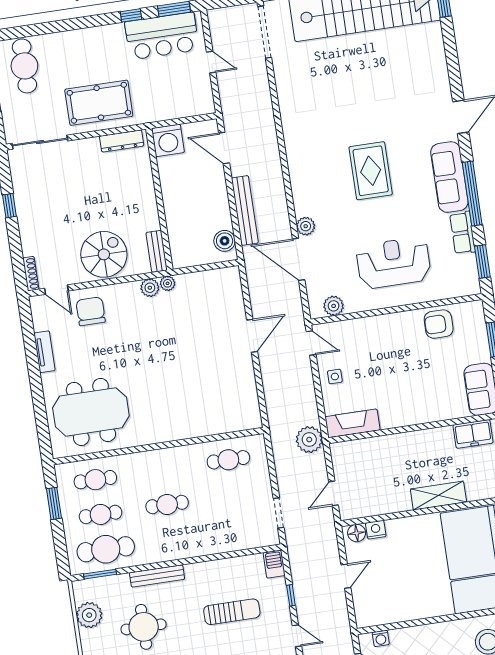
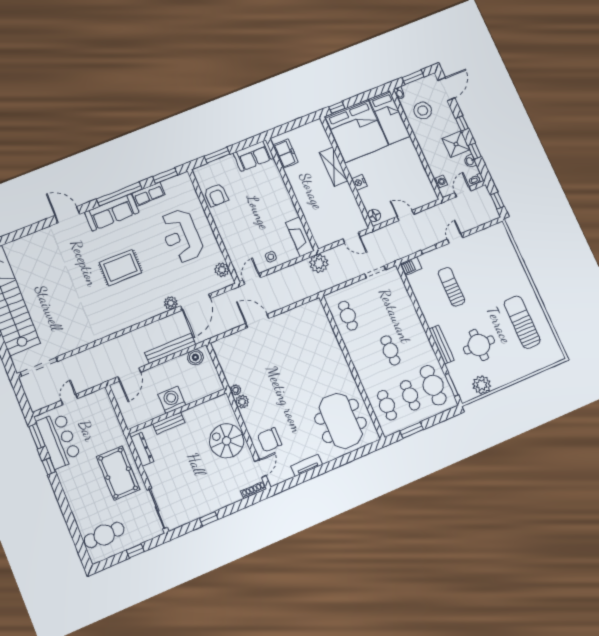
washing machine: (168, 140) -> (172, 400), moved, turned -90
bench: (157, 251) -> (169, 423), moved
nightstand: (376, 530) -> (359, 182), moved

